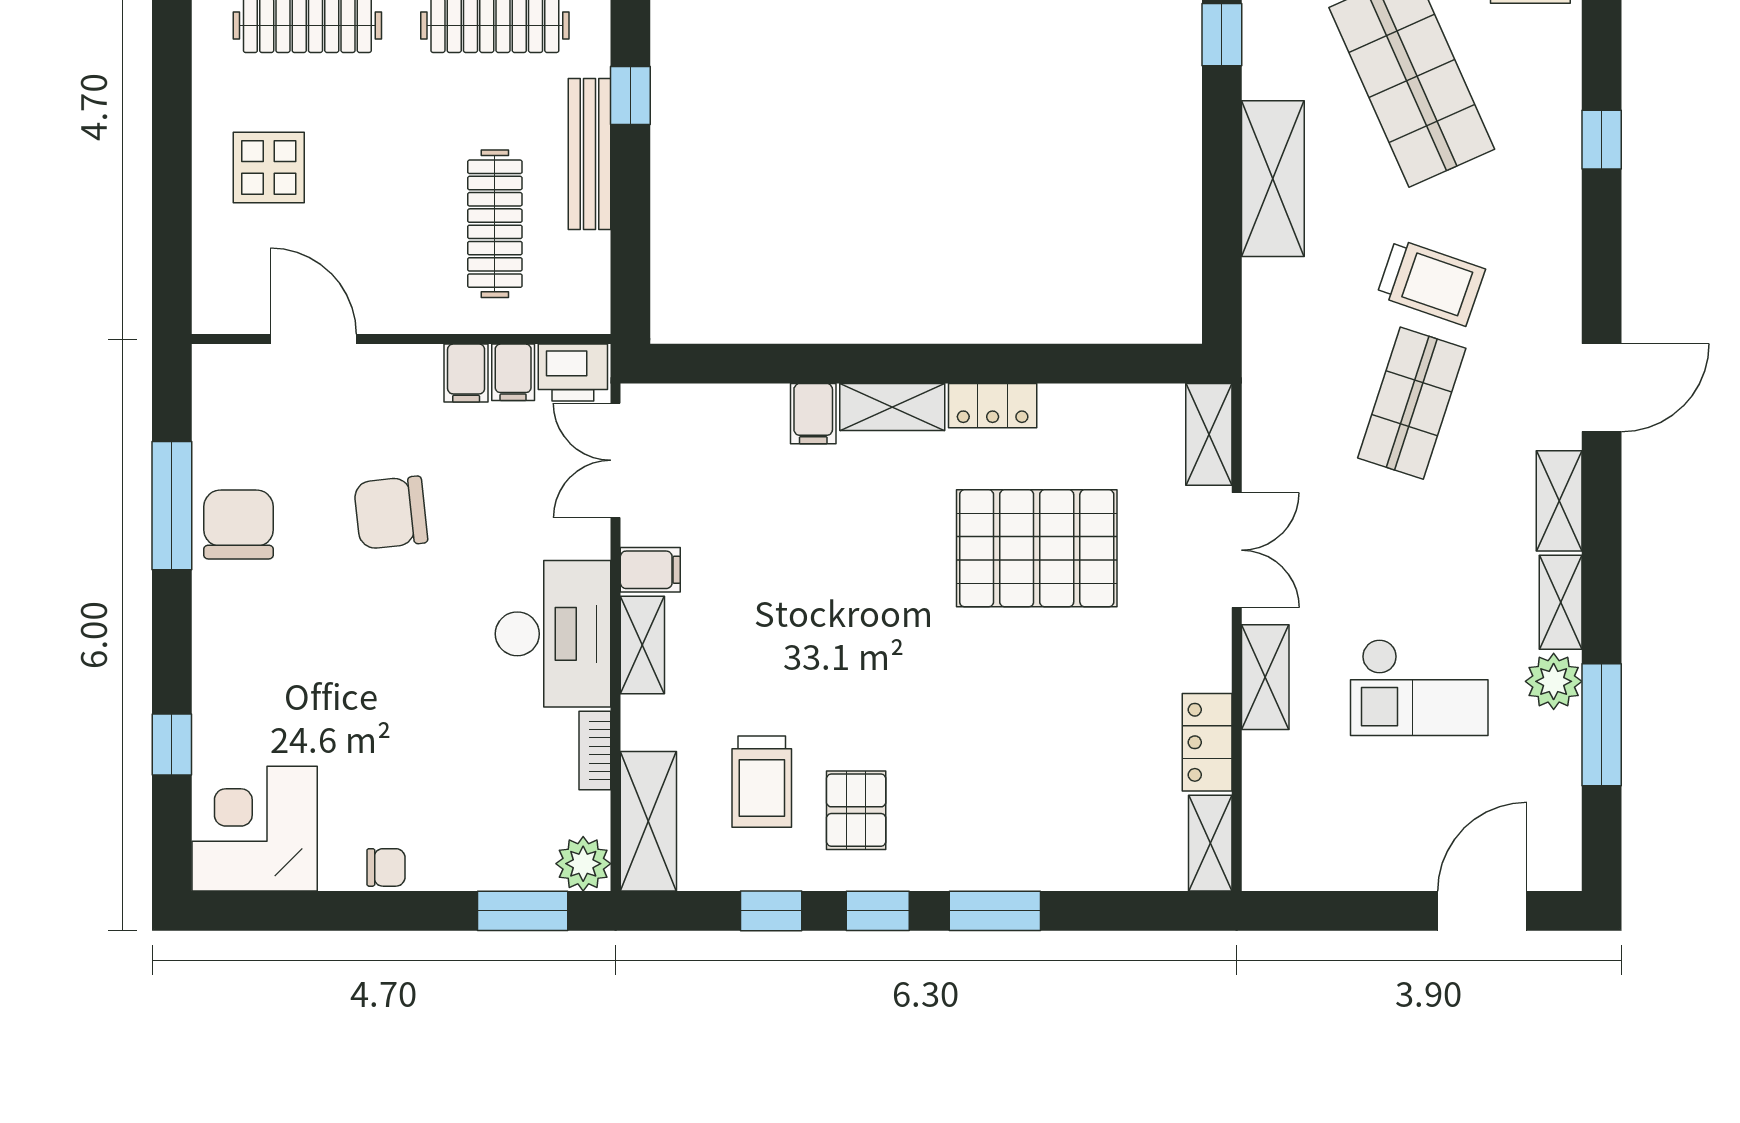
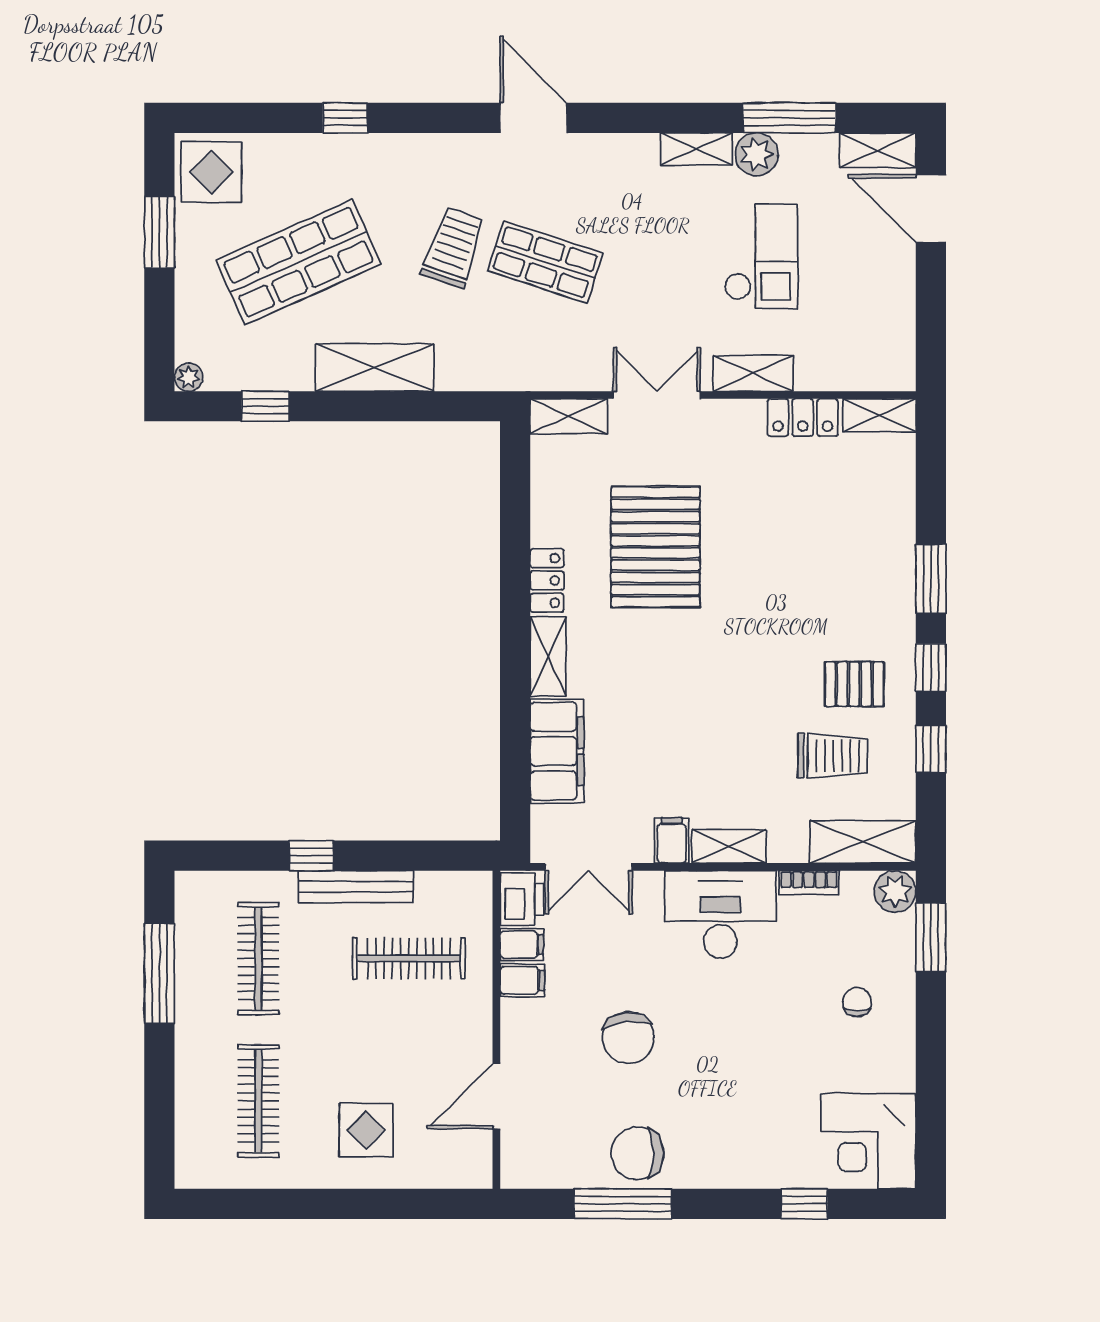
filing cabinet: (813, 414) -> (557, 751), width x3.00, depth x1.17
shelving: (1559, 501) -> (878, 150), moved
chair: (386, 867) -> (857, 1002), moved

